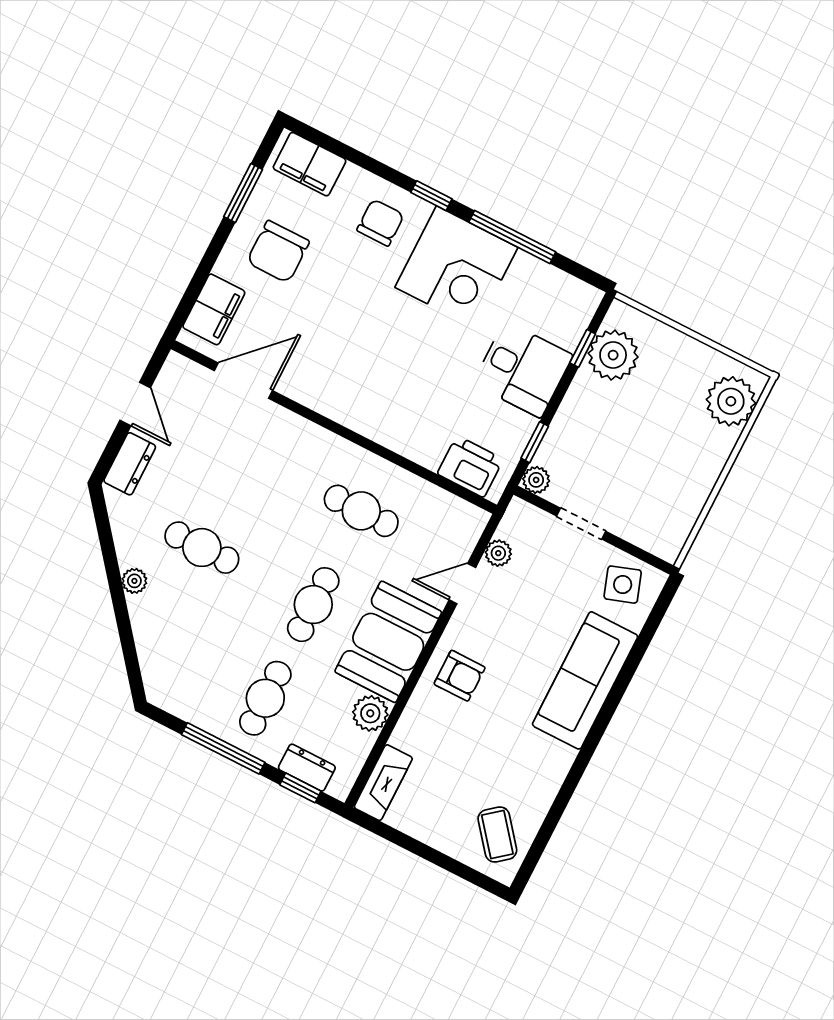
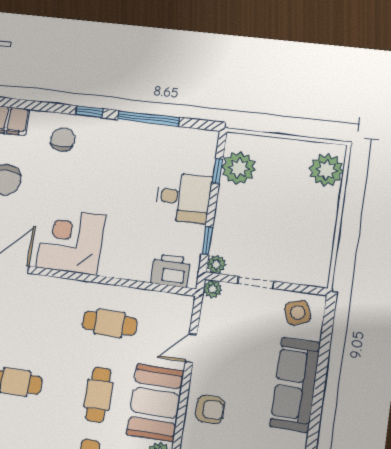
corner desk: (456, 267) -> (71, 241), moved, turned 180
plant: (498, 553) -> (212, 289), moved

